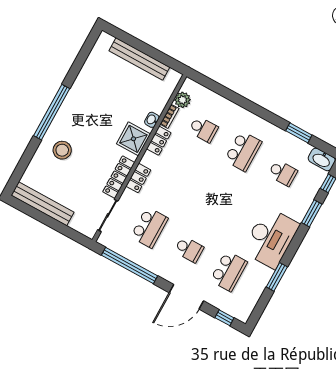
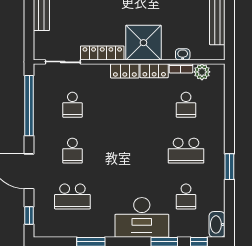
washbasin: (152, 120) -> (183, 54), moved
window: (299, 133) -> (229, 167), moved
shower: (133, 139) -> (143, 43), width x1.37, depth x1.37
locker: (138, 178) -> (125, 71), moved
school desk: (149, 228) -> (72, 105), width x0.54
desk: (271, 238) -> (142, 217), moved

